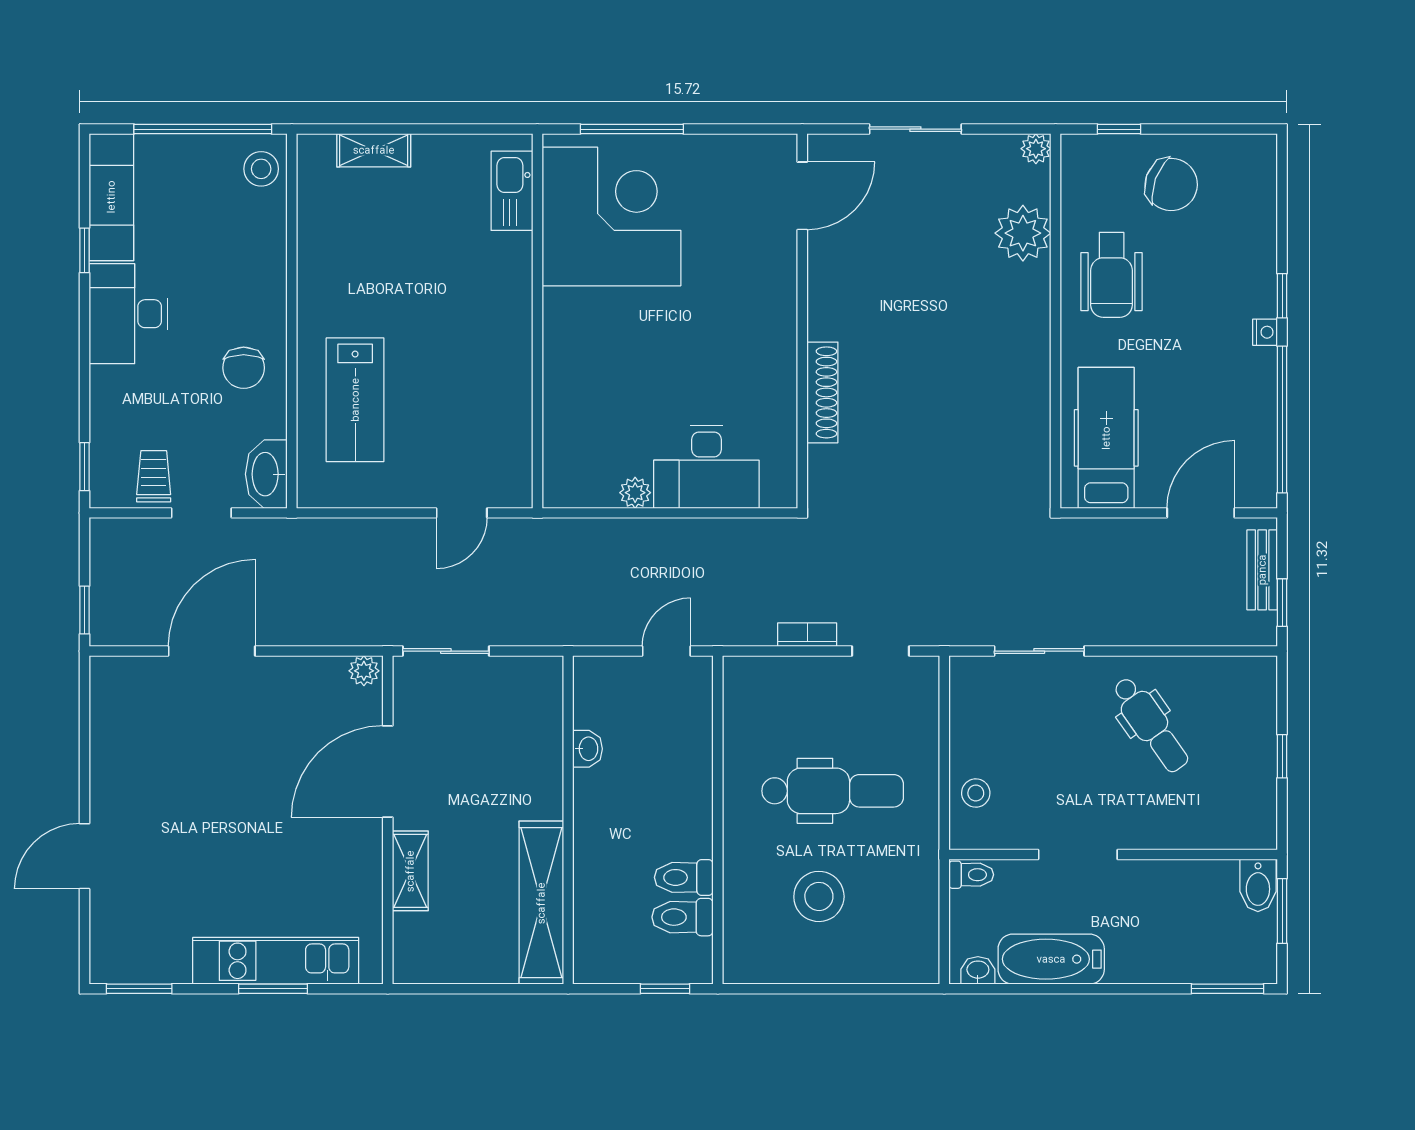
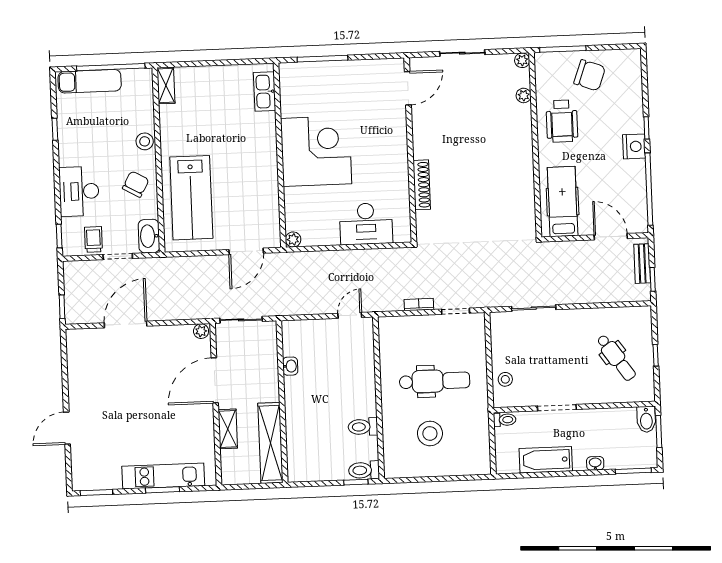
window: (1119, 129) -> (563, 49), width x2.17
shelving: (374, 150) -> (166, 85), moved, turned 90
stool: (261, 169) -> (145, 141), moved
exam couch: (111, 197) -> (90, 81), moved, turned 90
corner desk: (611, 216) -> (316, 151), moved
plant: (1023, 233) -> (524, 95), width x0.53, depth x0.53
desk: (128, 314) -> (79, 191), moved
nightstand: (1265, 332) -> (634, 146), width x1.89, depth x1.79
chair: (244, 368) -> (136, 184), turned -151
lab bench: (355, 400) -> (191, 198), width x1.36, depth x1.39
plant: (635, 493) -> (293, 239), moved
door: (462, 513) -> (246, 251), width x1.38
door: (1201, 513) -> (611, 237), hinge flipped
dental chair: (1150, 725) -> (616, 358), moved
washbasin: (588, 749) -> (290, 366), moved
wall: (568, 820) -> (282, 402), moved
shelving: (541, 903) -> (270, 443), moved
toilet: (682, 917) -> (364, 470), moved
washbasin: (978, 970) -> (595, 463), moved

